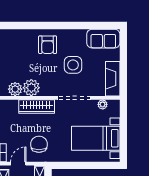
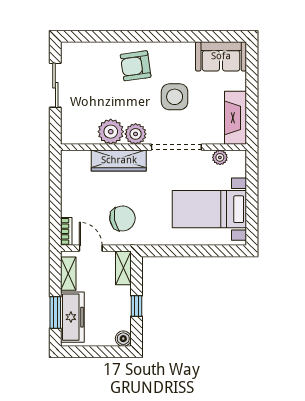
armchair: (48, 45) -> (136, 66), turned 82
plant: (15, 89) -> (136, 134), moved
chair: (39, 144) -> (122, 218), turned 80
door: (18, 164) -> (91, 248), hinge flipped

